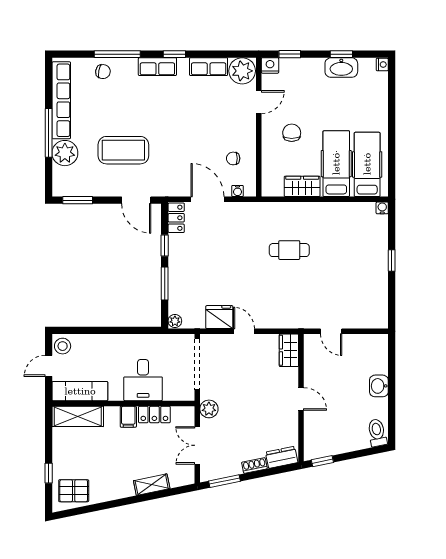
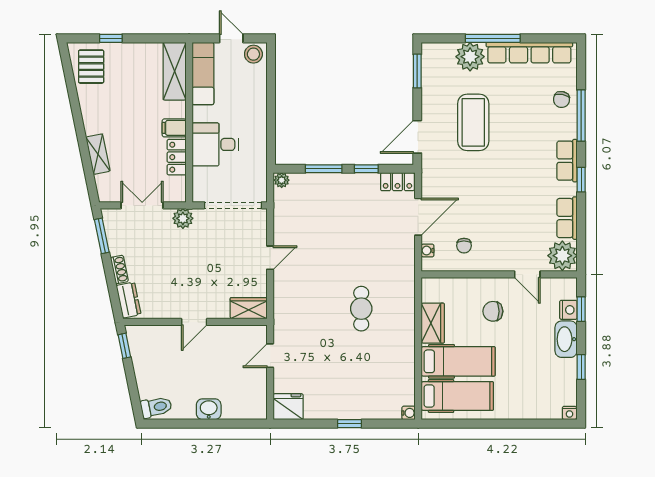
nightstand: (270, 65) -> (568, 310), moved
washbasin: (341, 68) -> (566, 339), moved
chair: (292, 133) -> (493, 311), turned 180
chair: (233, 158) -> (464, 246), turned 180
fridge: (219, 317) -> (288, 407), moved, turned -90

